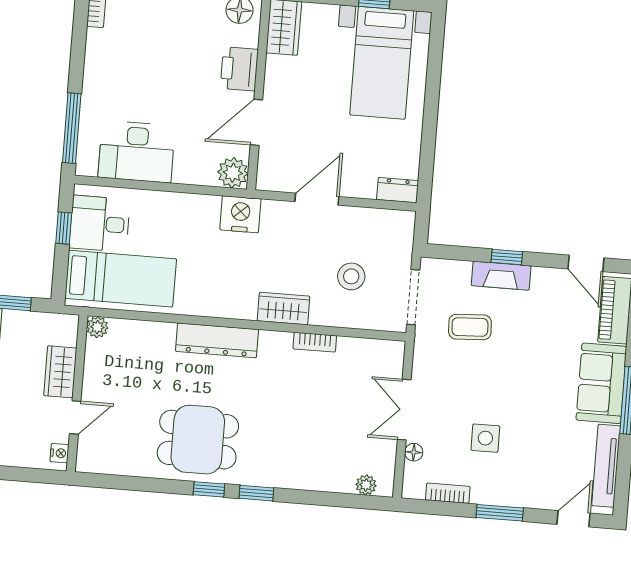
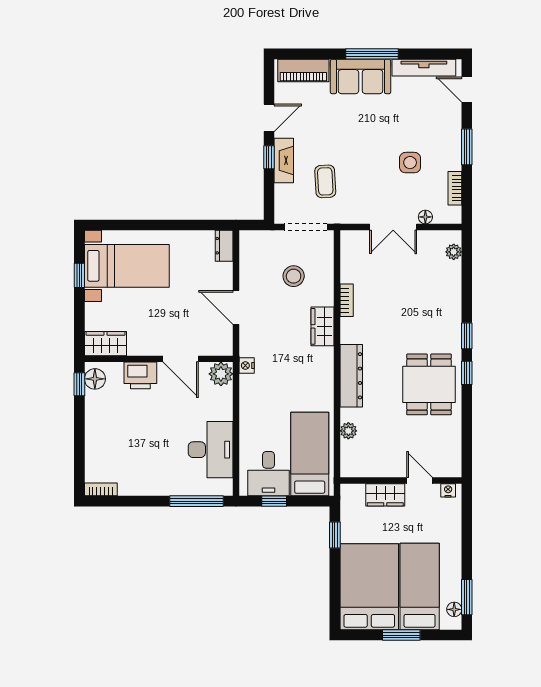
nightstand: (240, 214) -> (247, 366), width x0.53, depth x0.56
door: (586, 263) -> (269, 118), moved
plant: (97, 327) -> (348, 431), moved

